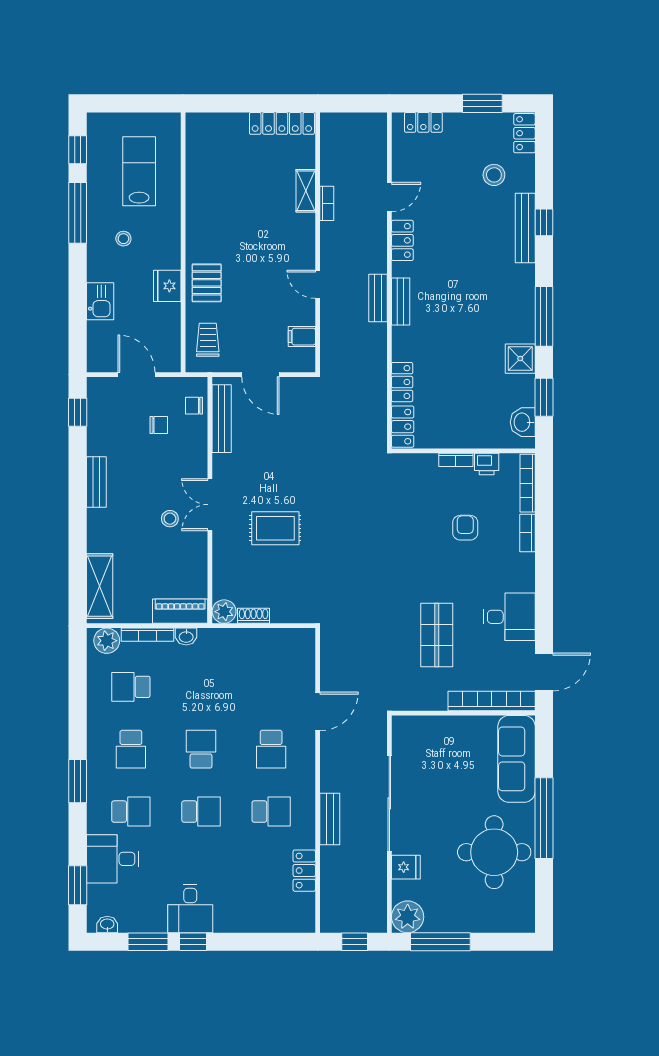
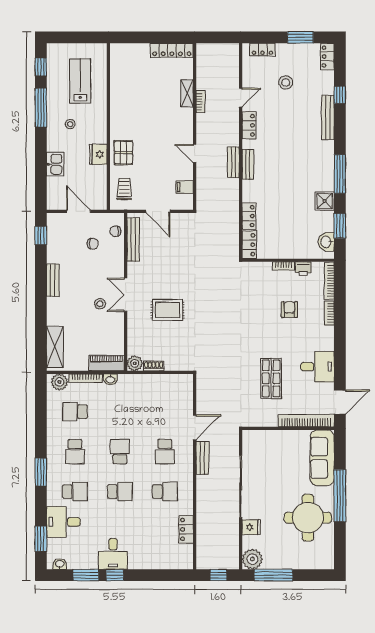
stool: (494, 175) -> (286, 82), moved
window: (544, 222) -> (340, 95), moved
bench: (330, 819) -> (202, 458), moved

